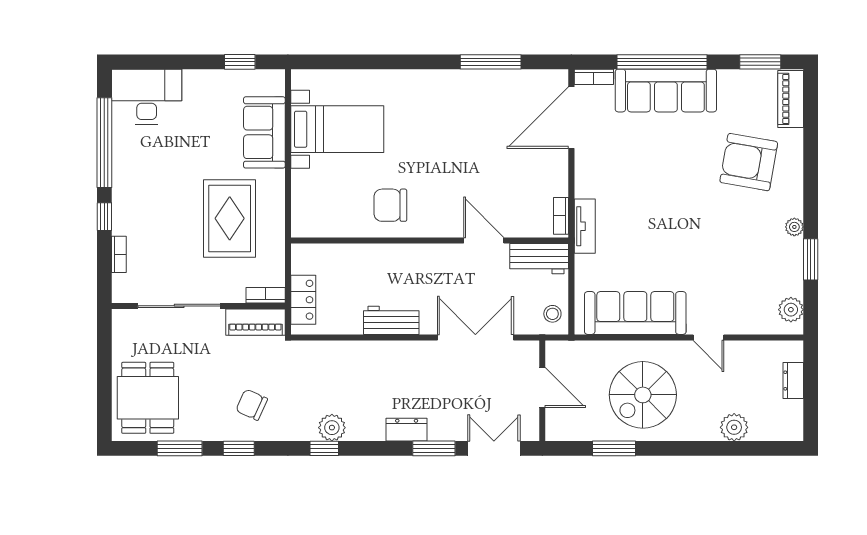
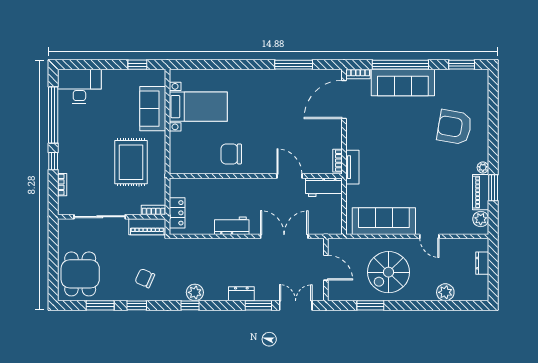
piano: (791, 99) -> (481, 192), moved
stool: (552, 314) -> (332, 222), removed

